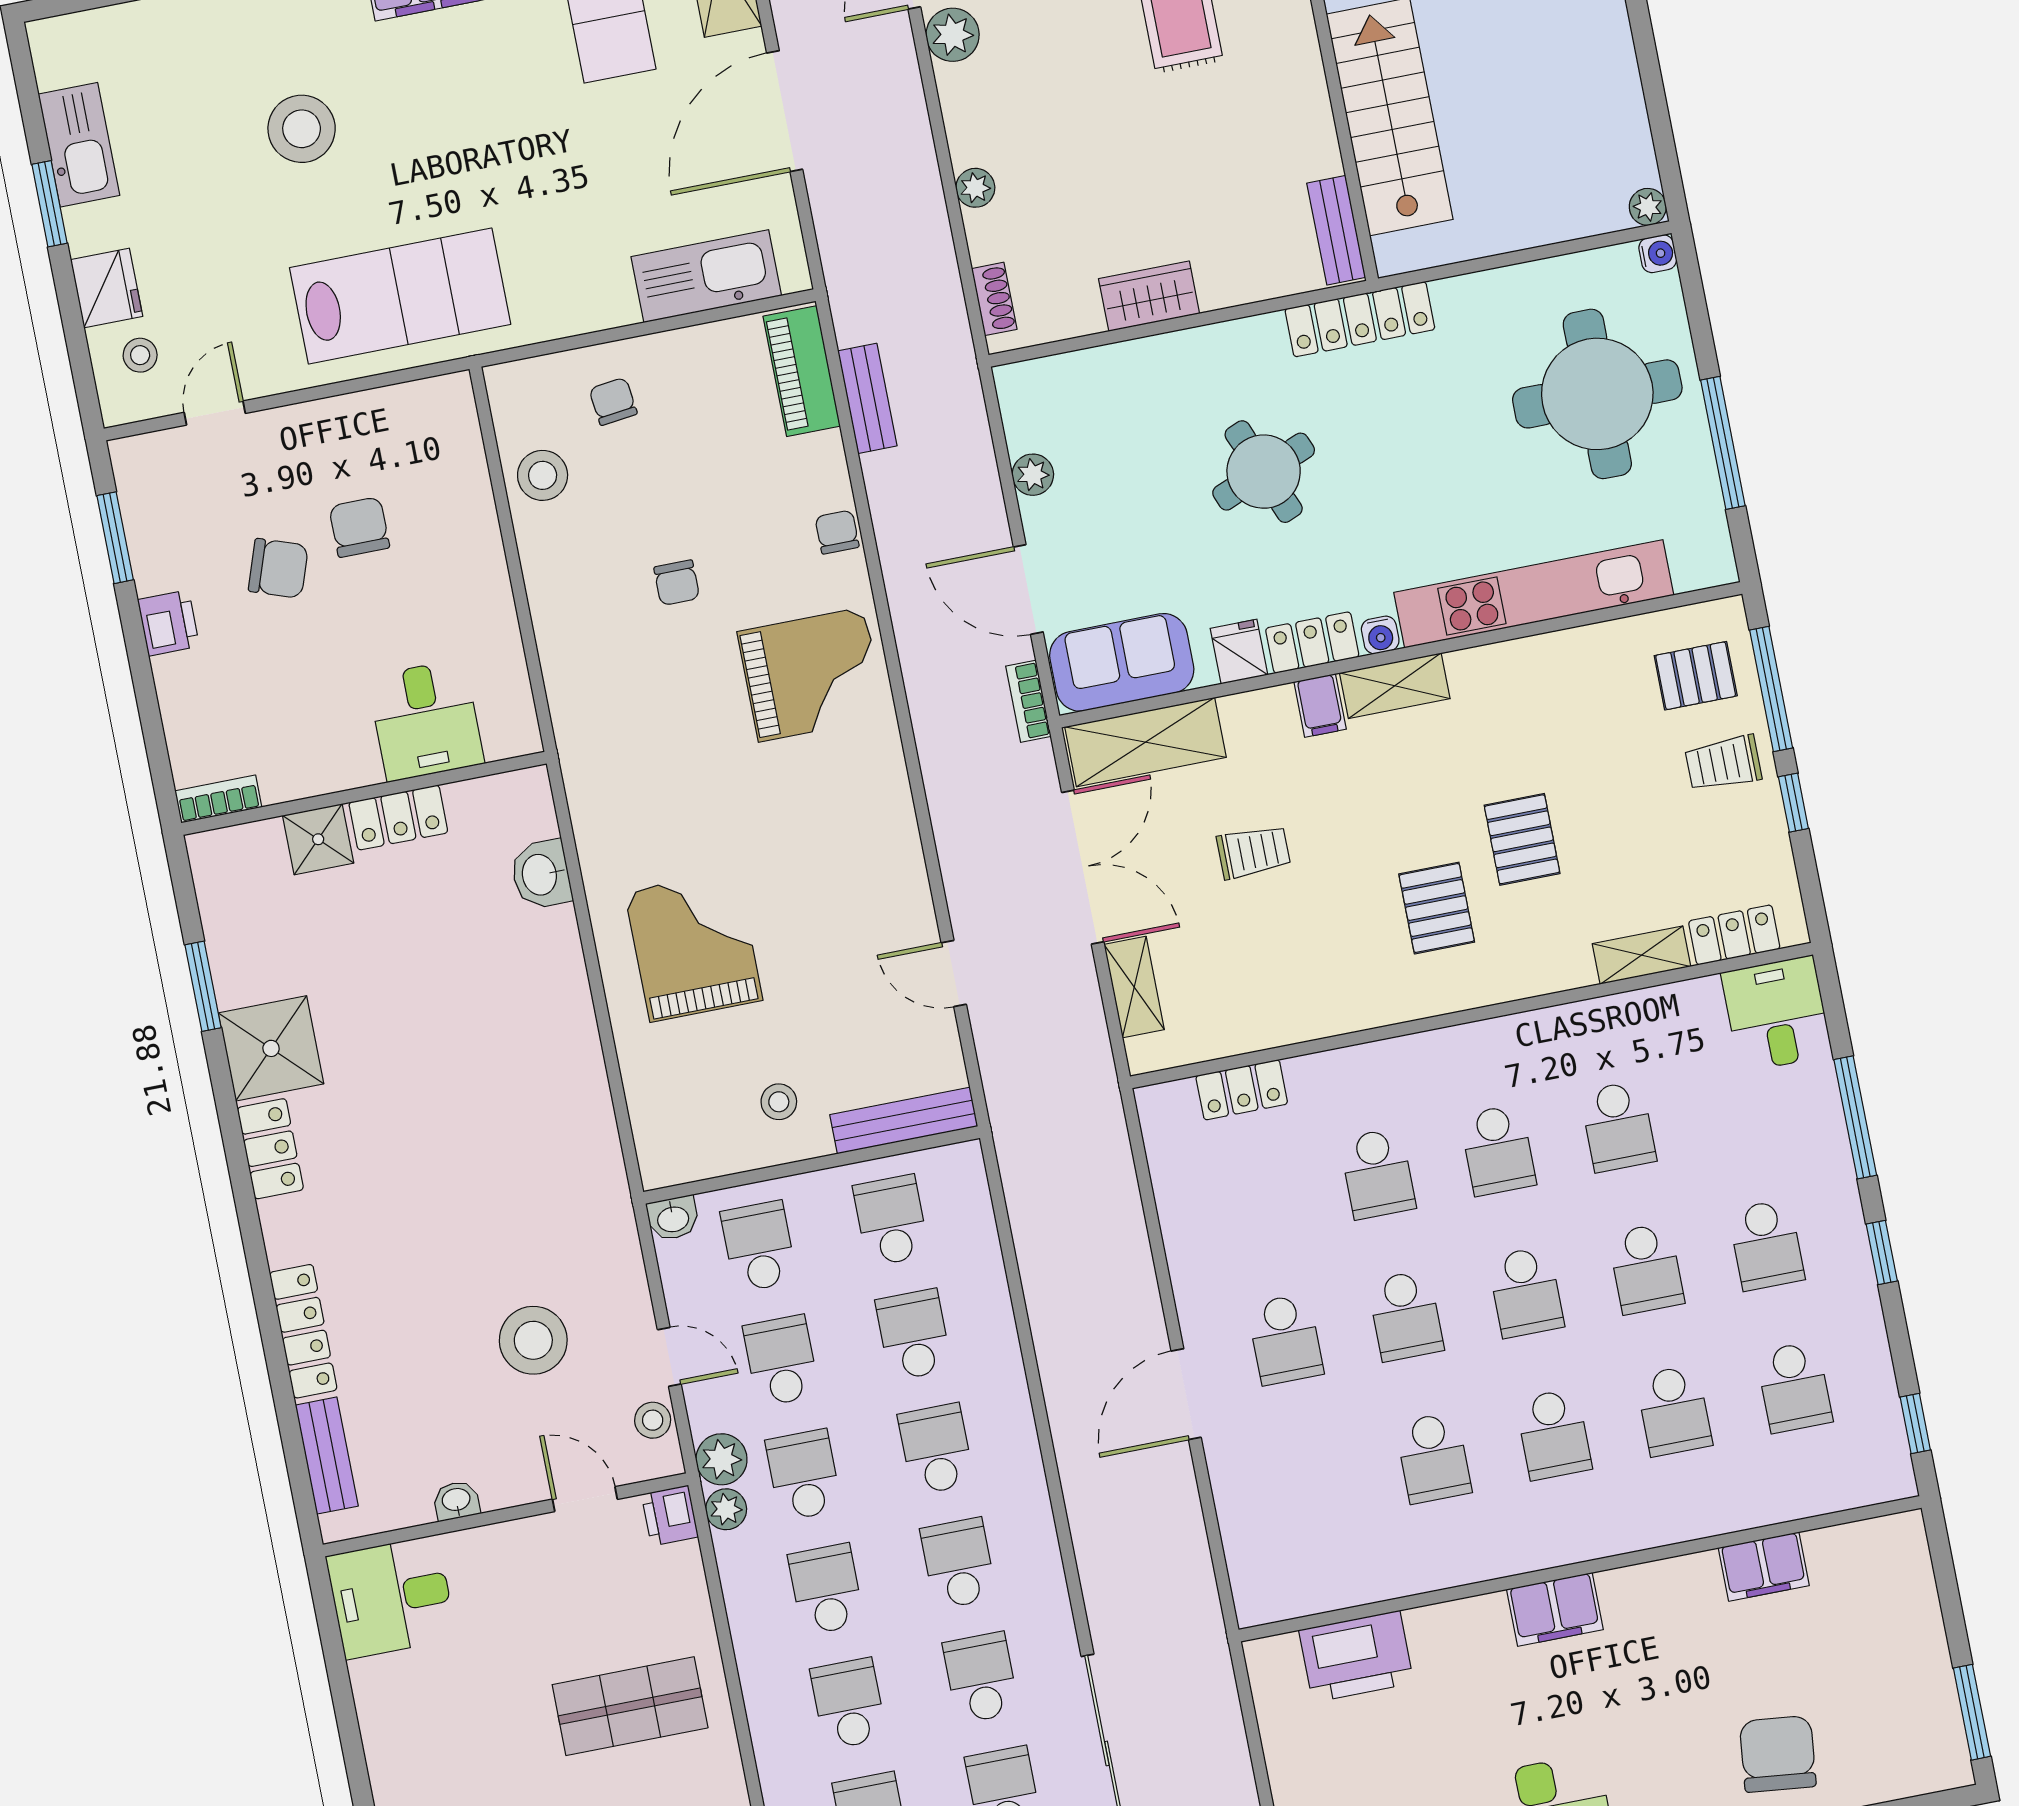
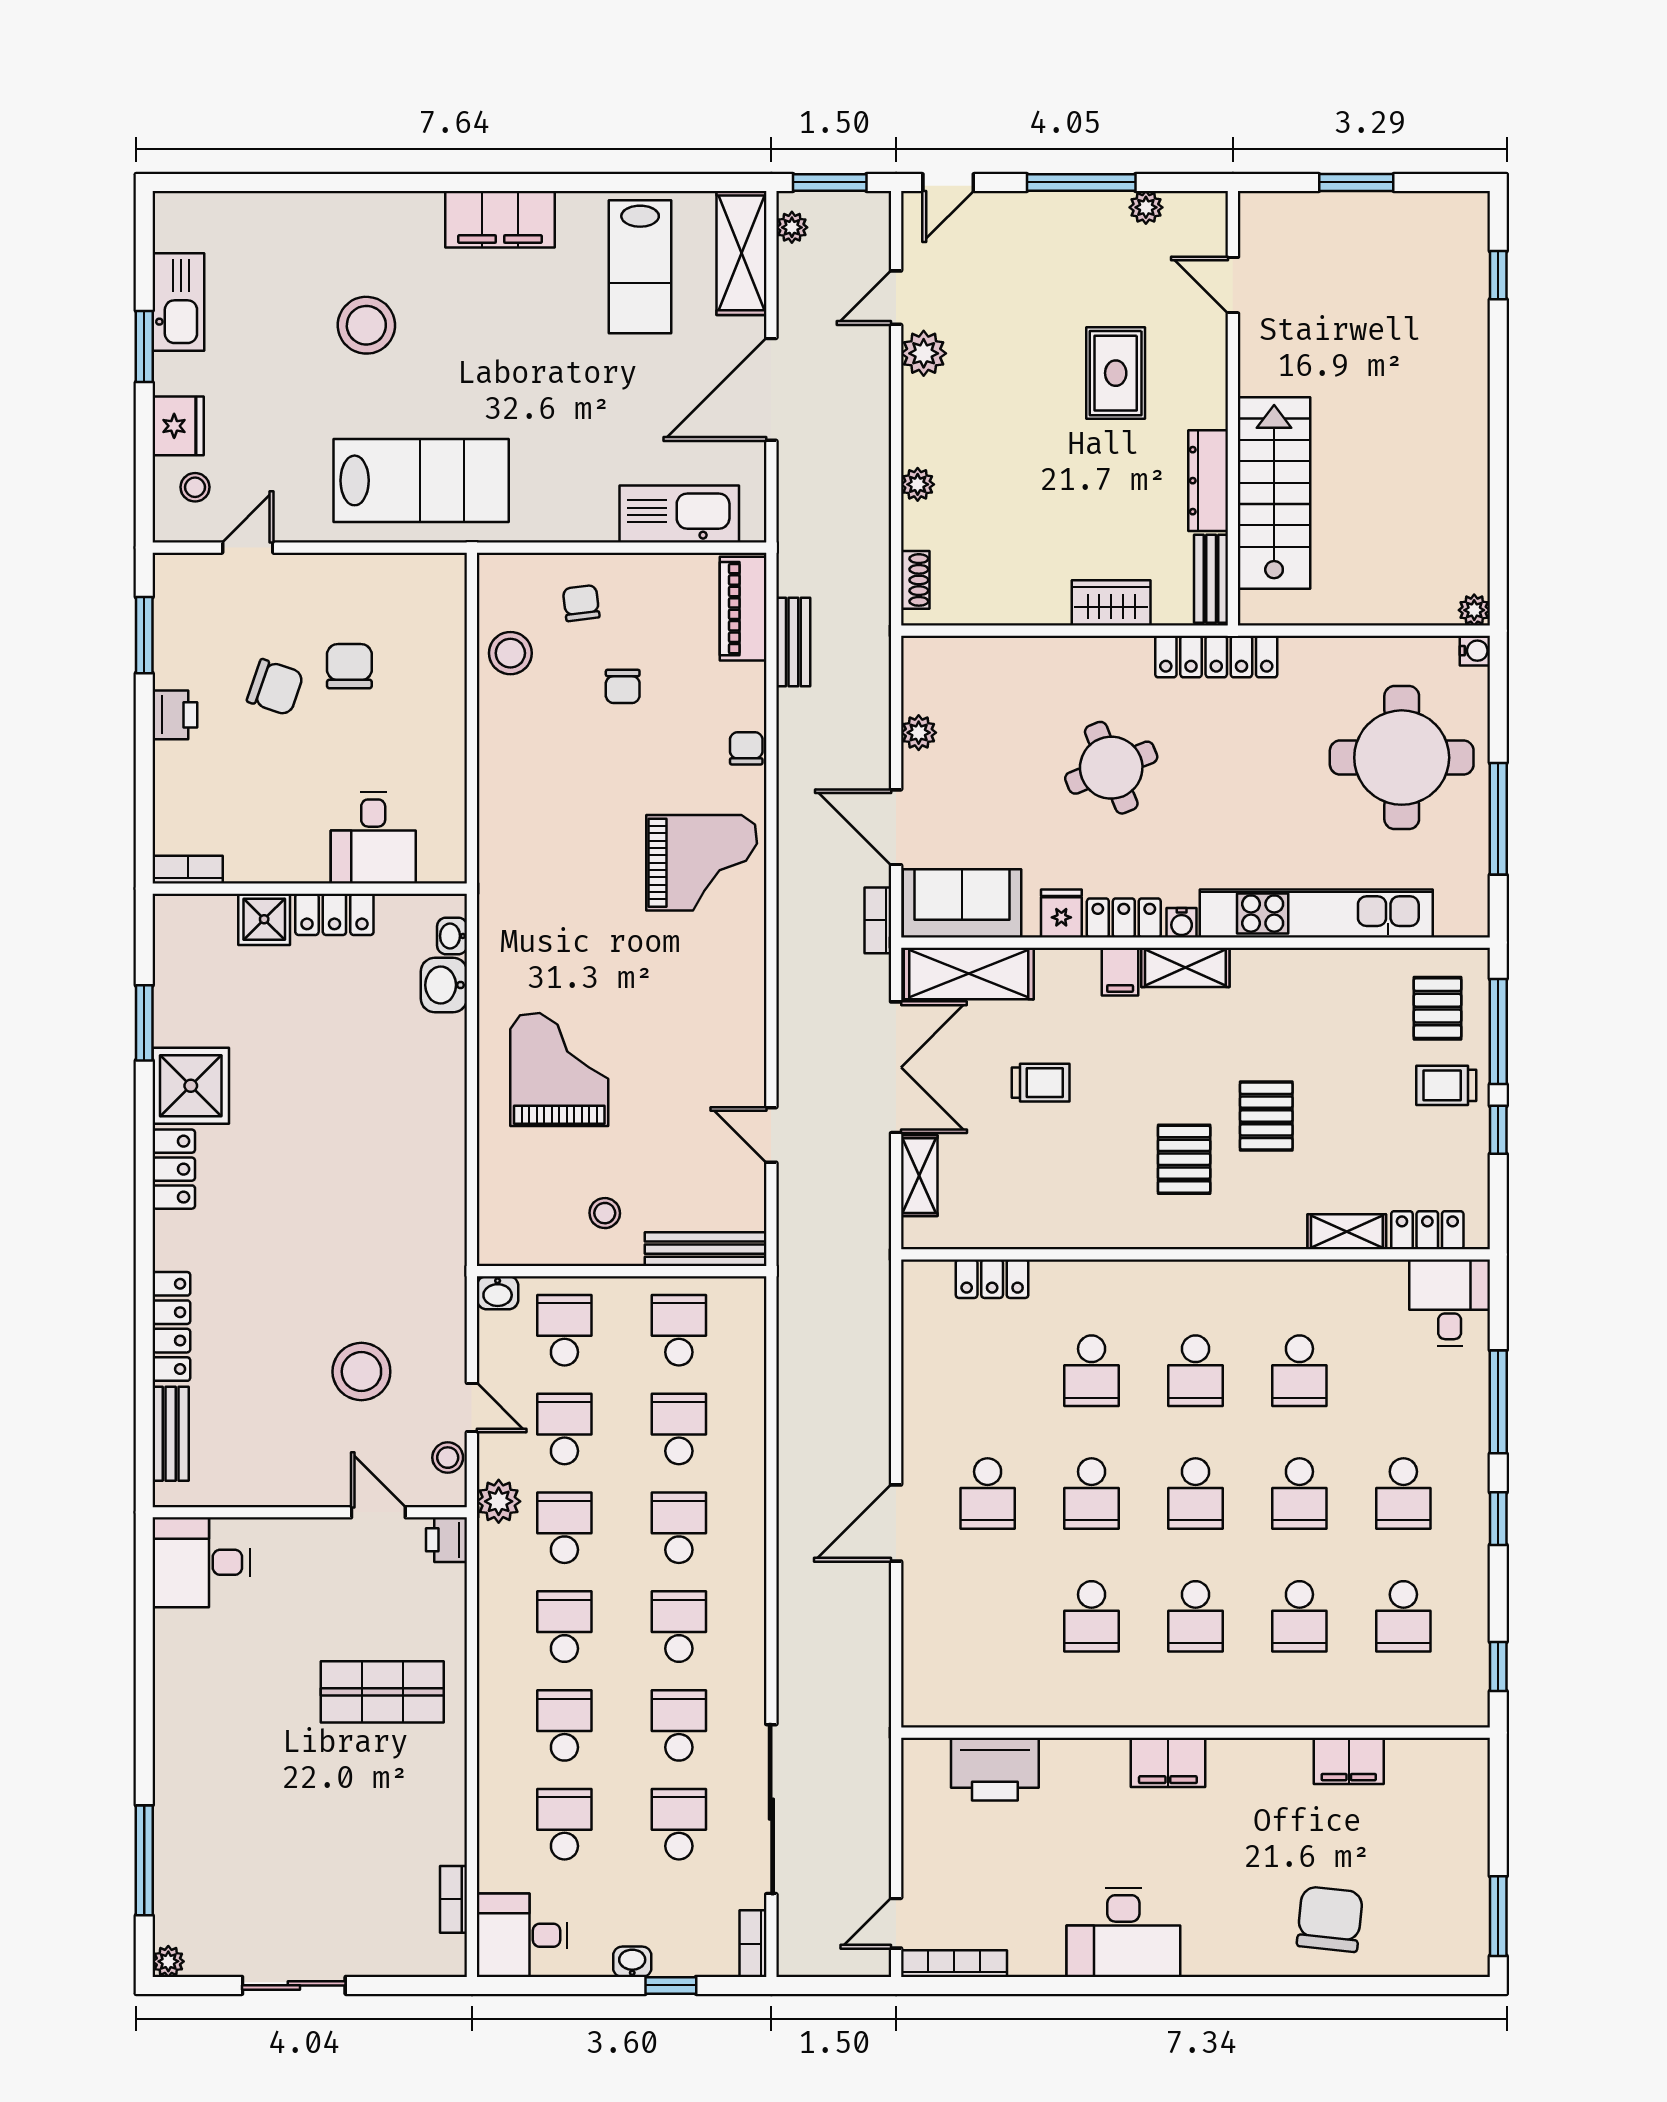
dresser: (1311, 118) -> (1208, 481), added
wardrobe: (1149, 296) -> (1111, 603), moved
chair: (677, 583) -> (623, 686), moved
pallet: (1696, 676) -> (1438, 1008), turned 90
washbasin: (456, 1501) -> (452, 936), moved, turned -90
plant: (726, 1509) -> (494, 1544), removed

